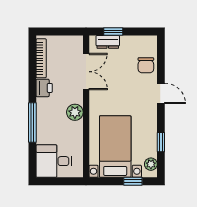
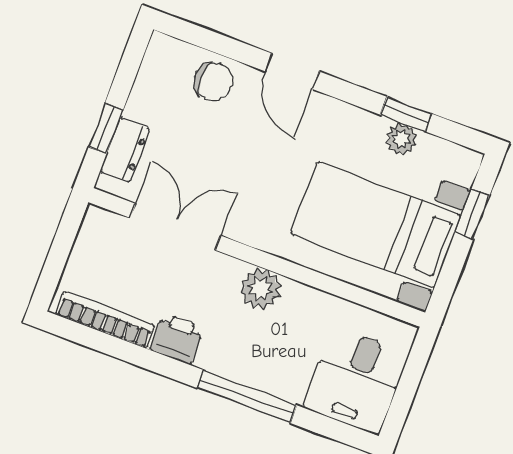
door: (161, 93) -> (292, 71), swing flipped
plant: (151, 164) -> (401, 139), moved

